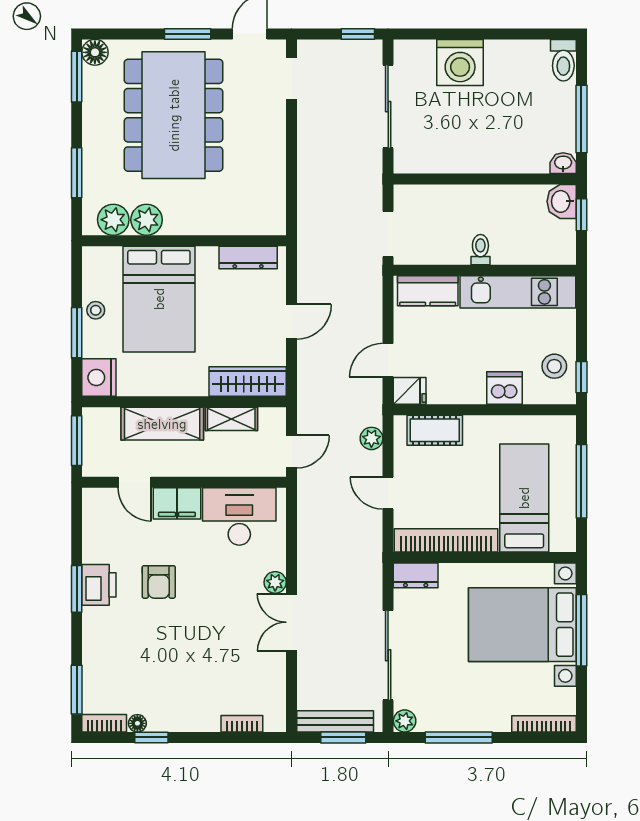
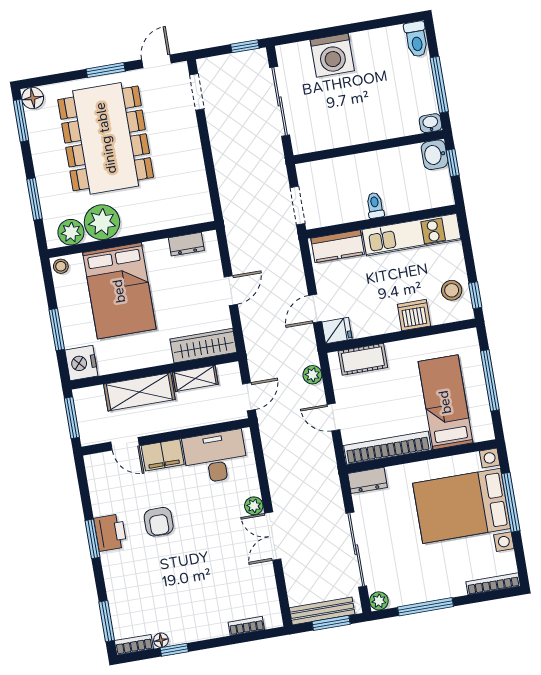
plant: (147, 220) -> (102, 222), width x1.36, depth x1.36
dresser: (248, 257) -> (186, 244), width x0.70
stool: (96, 310) -> (61, 266), moved

